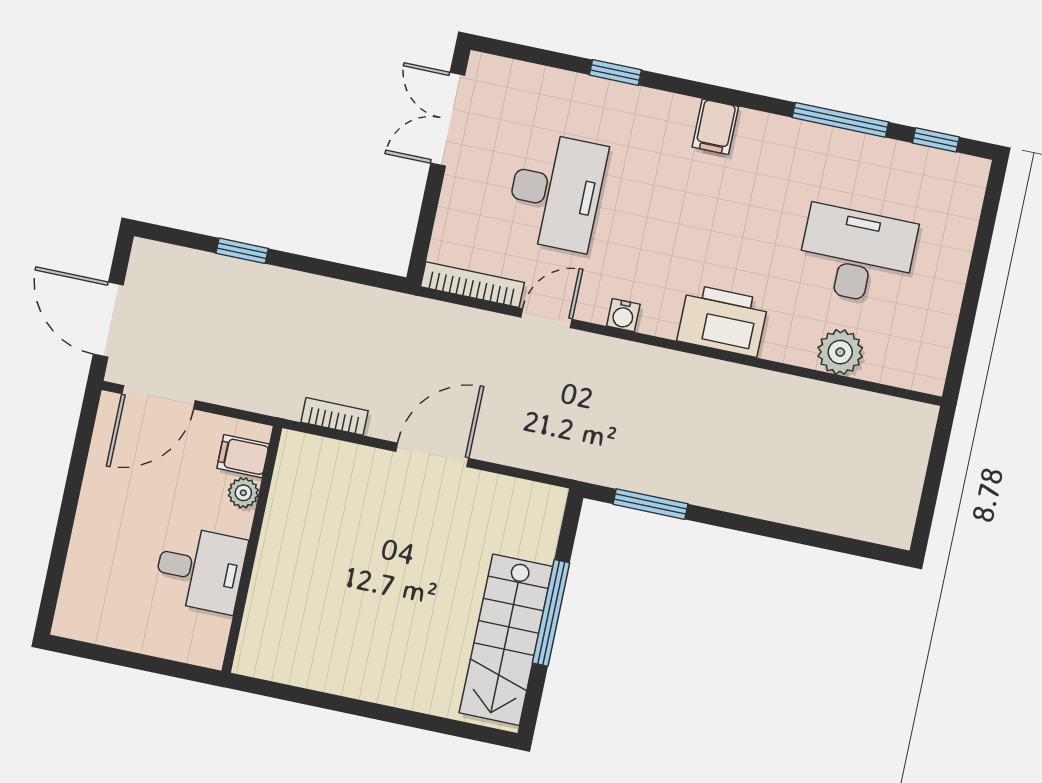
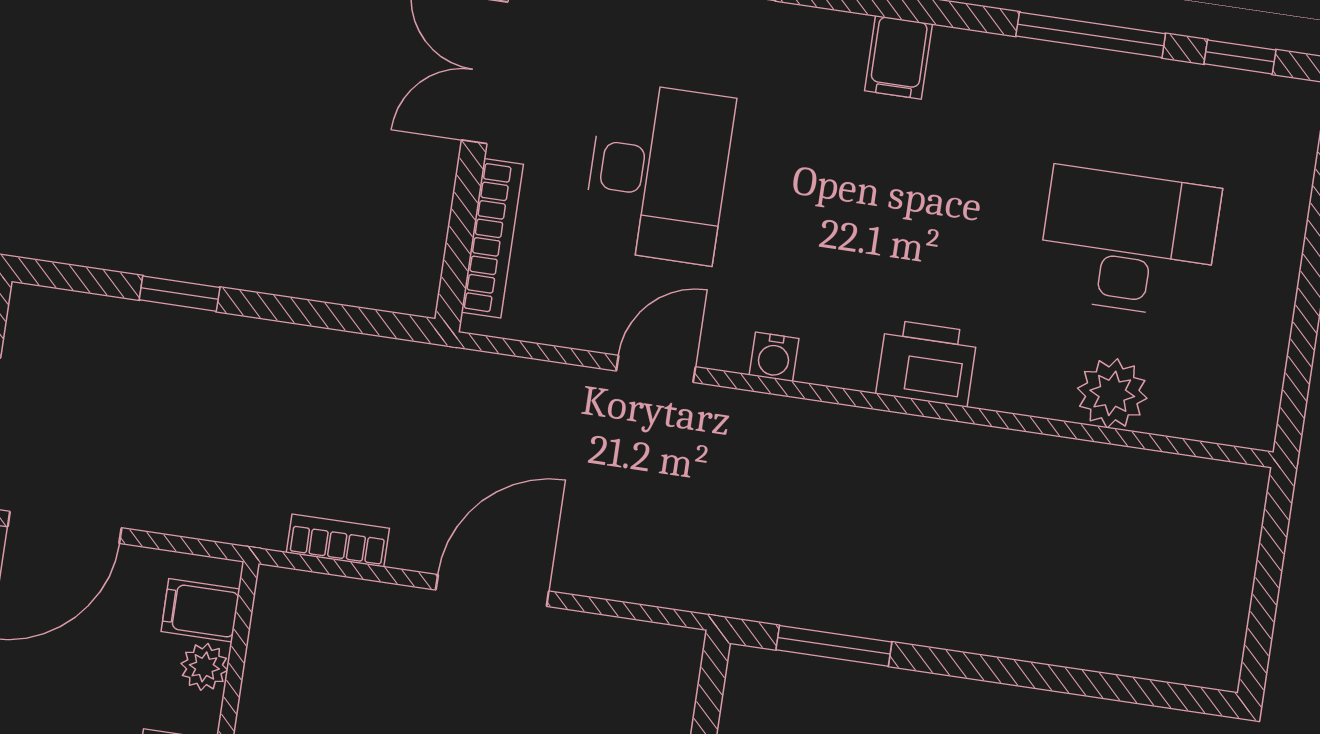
bookcase: (472, 285) -> (492, 238), moved, turned 90
printer: (723, 321) -> (927, 363), width x0.73, depth x0.84

